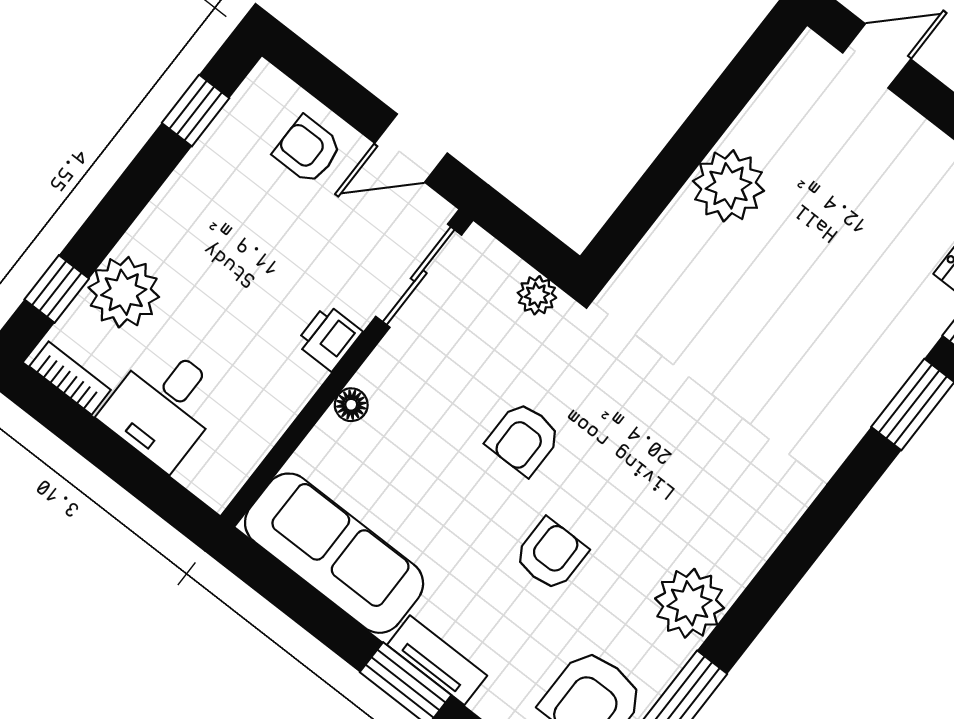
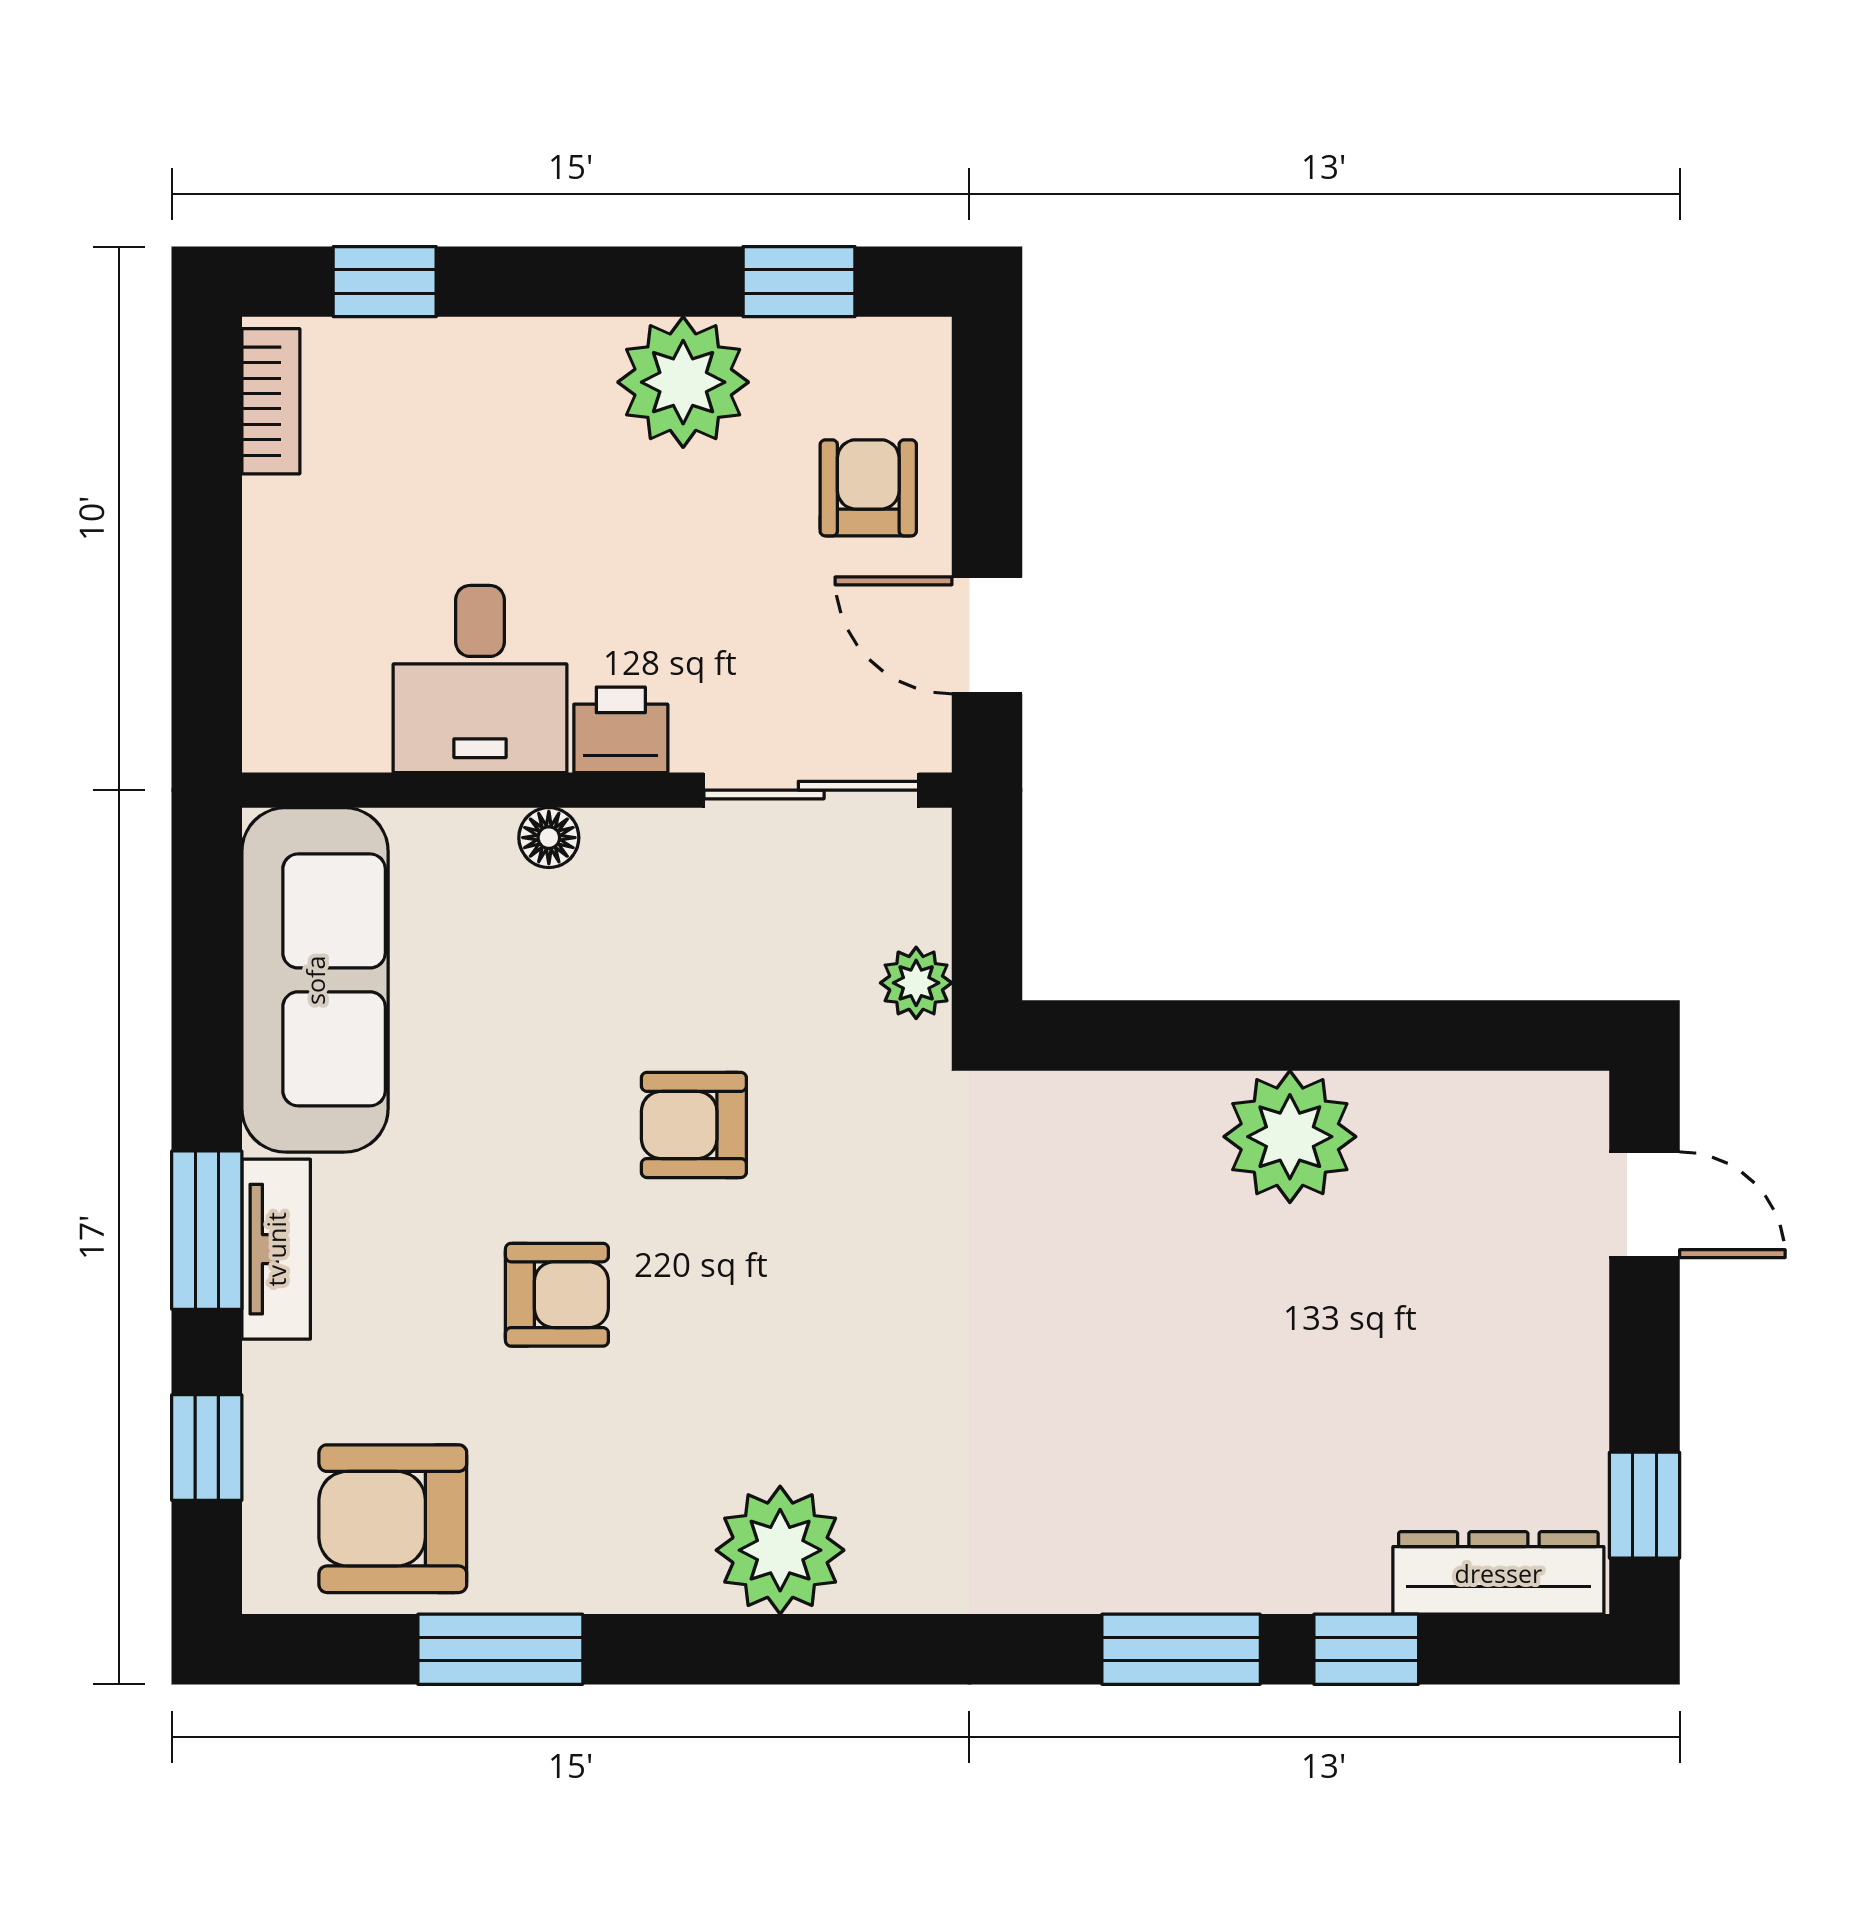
plant: (124, 292) -> (683, 382), moved
desk: (163, 406) -> (480, 679), moved, turned -90
plant: (690, 603) -> (780, 1550), moved

